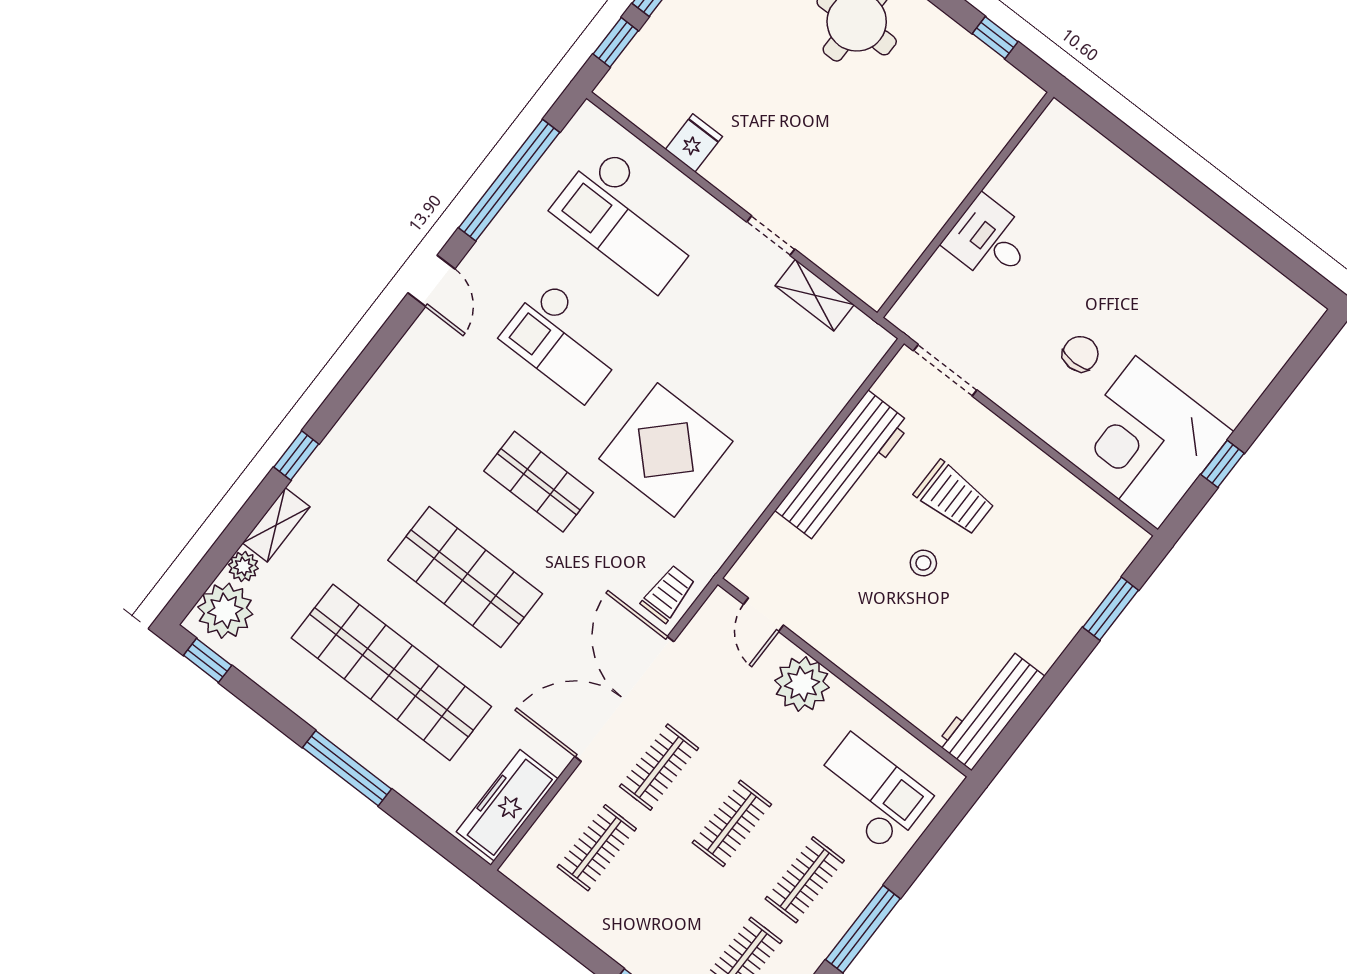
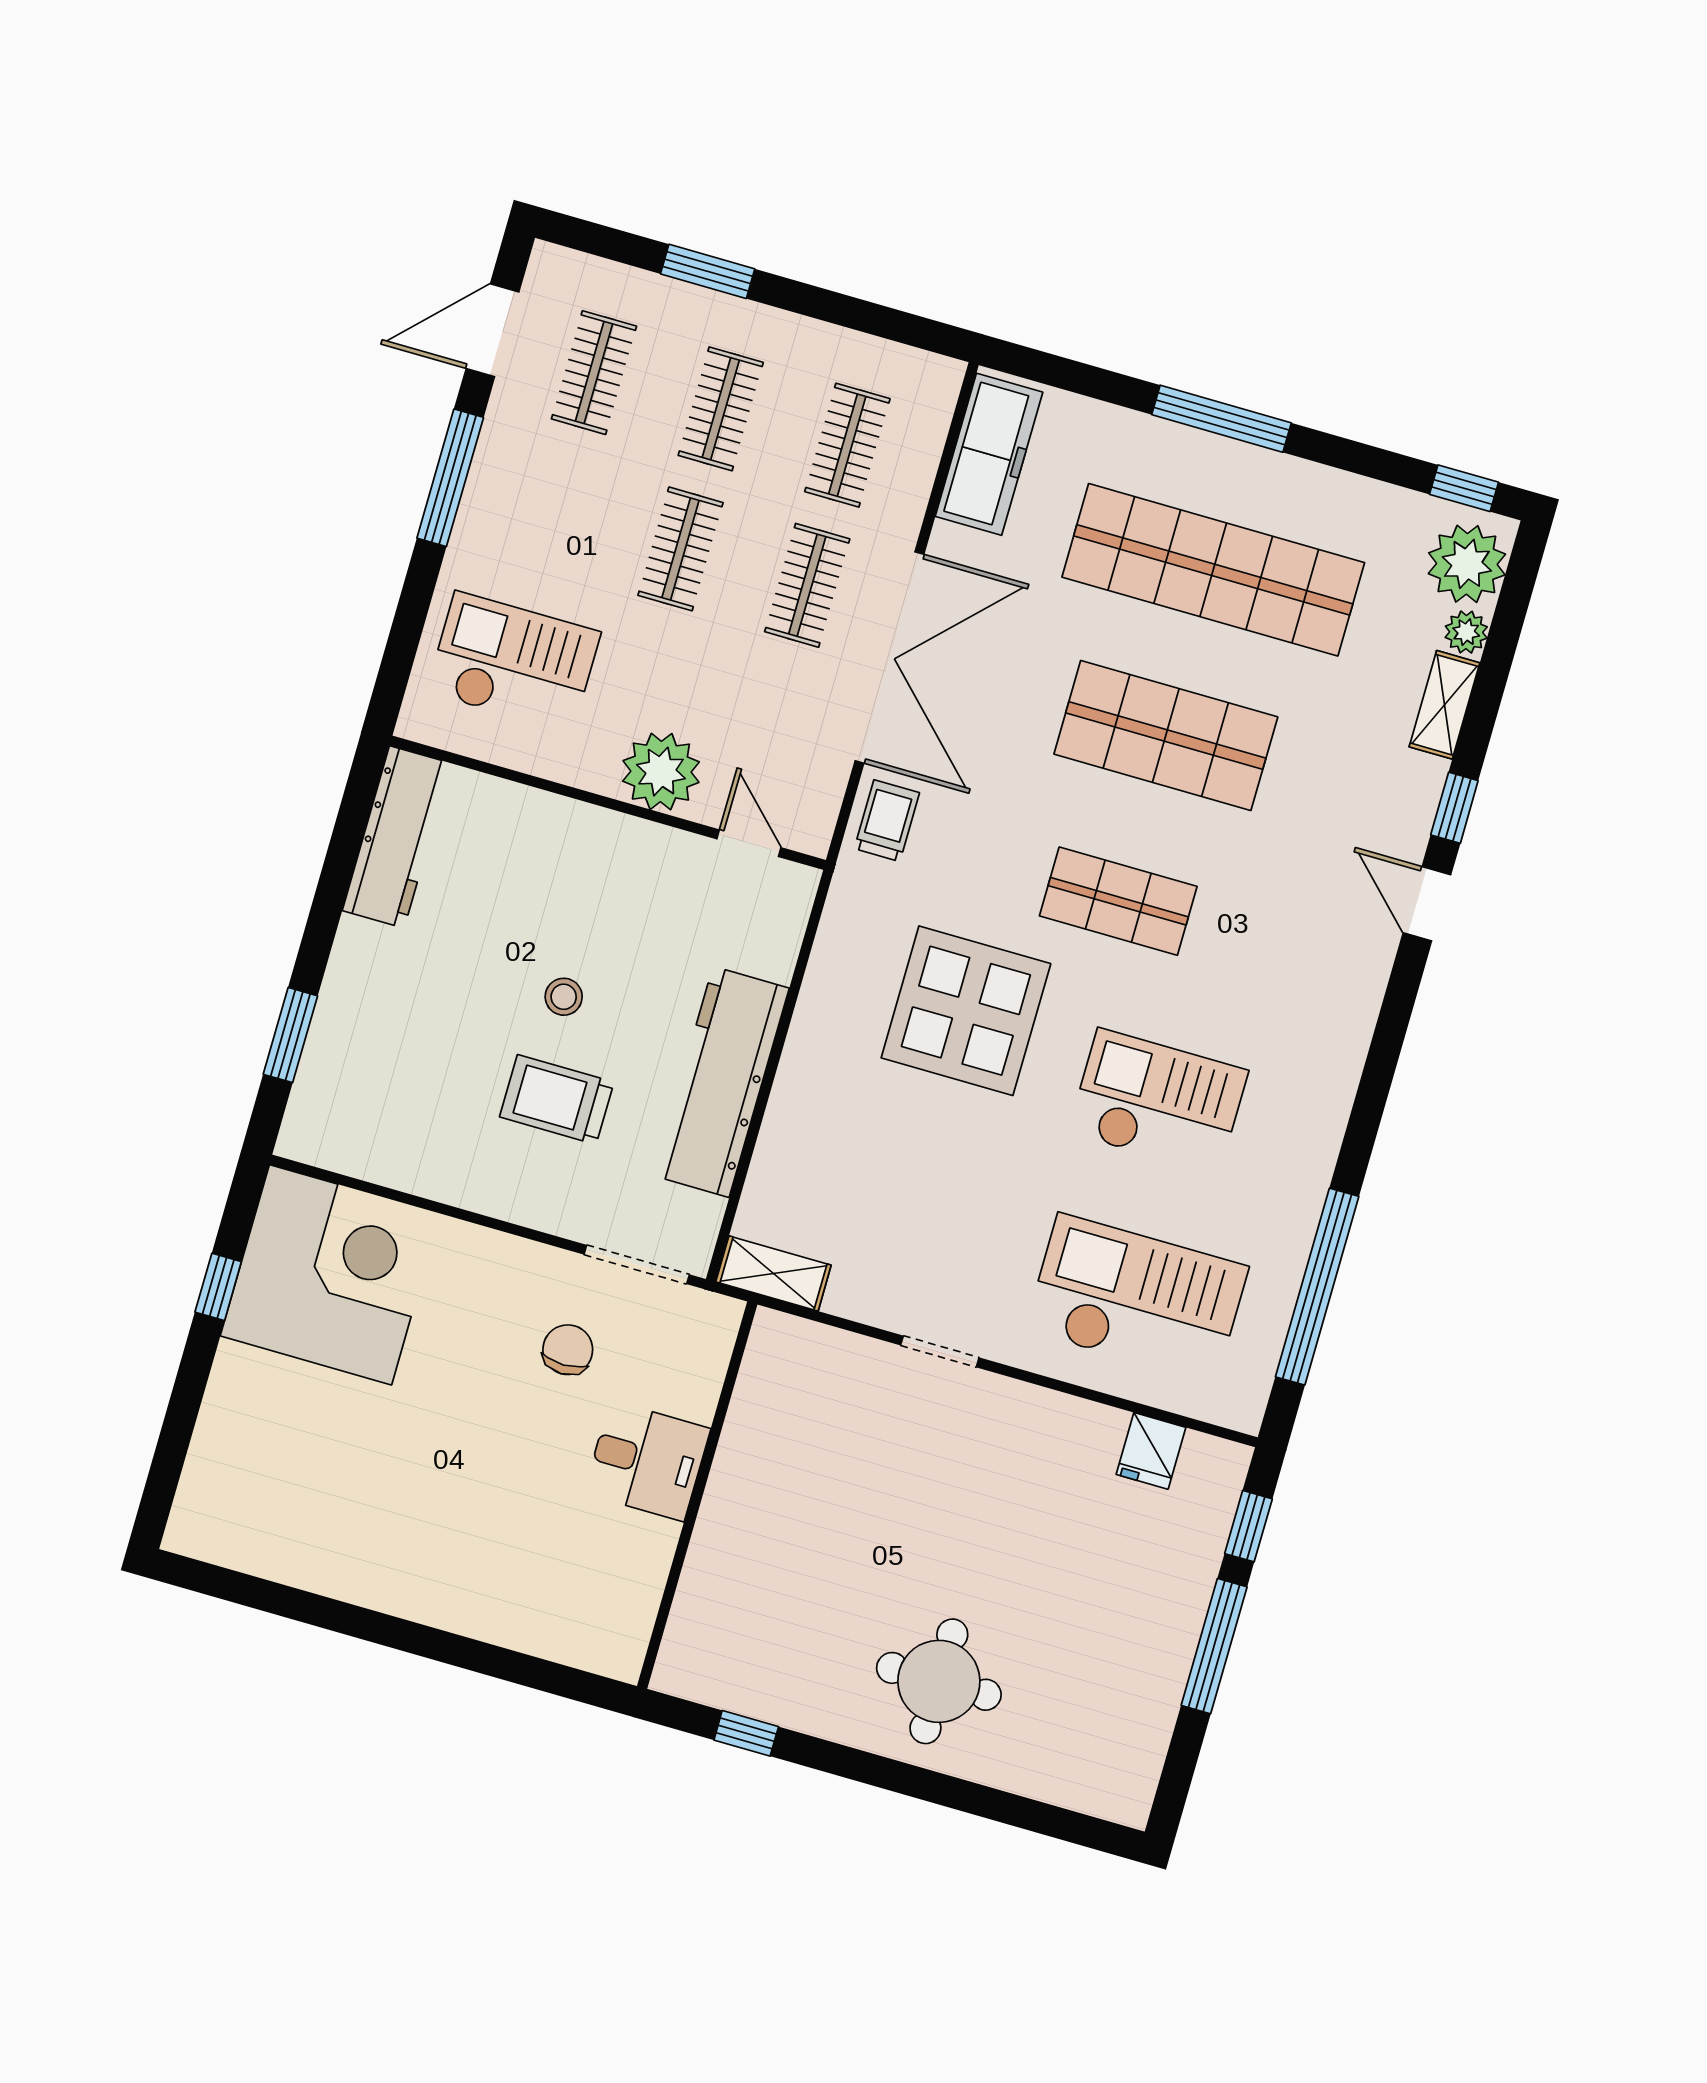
fridge: (694, 143) -> (1151, 1451), moved
door: (431, 281) -> (1427, 904), moved
shelving: (815, 295) -> (773, 1273), moved
chair: (1080, 354) -> (568, 1350), moved, turned 180
trolley: (668, 594) -> (887, 821), turned 180
checkout: (870, 793) -> (513, 662), turned 180
clothes rail: (805, 880) -> (721, 409), moved

